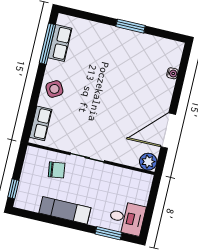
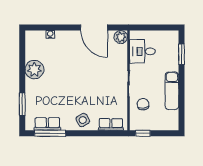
window: (131, 26) -> (22, 104), moved
plant: (133, 43) -> (34, 70), added
window: (13, 189) -> (143, 133), moved
desk: (127, 218) -> (142, 51), moved, turned -90

